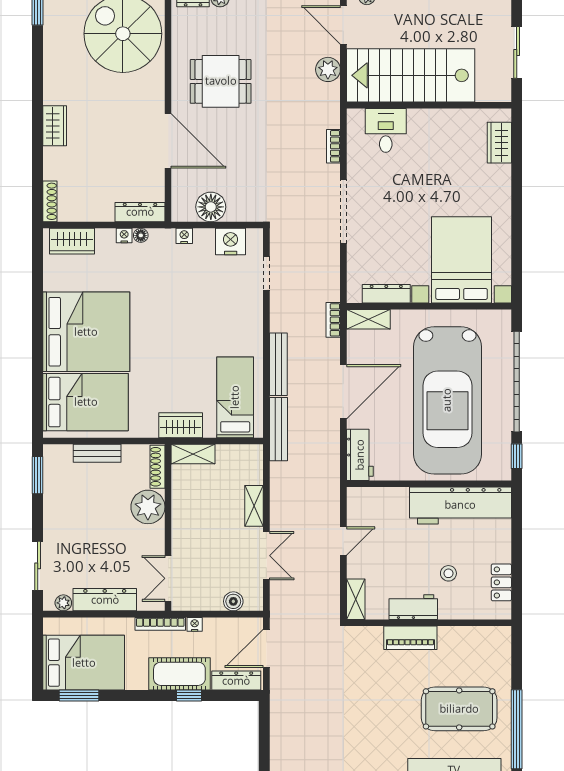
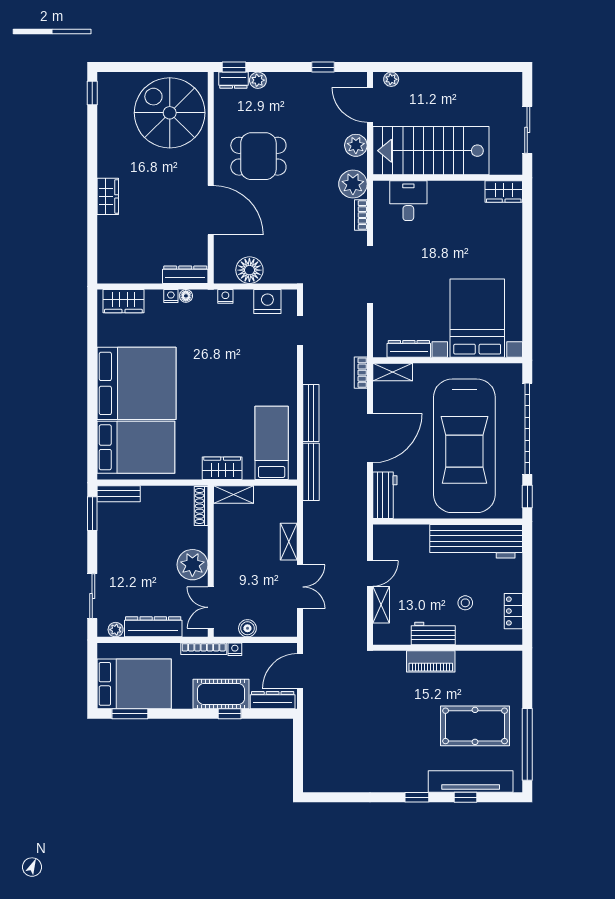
plant: (325, 112) -> (353, 184), added
wardrobe: (499, 143) -> (504, 191), moved, turned -90
shoe rack: (50, 201) -> (103, 265), removed
bench: (97, 453) -> (119, 494), moved
plant: (148, 507) -> (192, 565), moved
shelving: (356, 599) -> (381, 605), moved
boiler: (233, 601) -> (247, 628), moved

